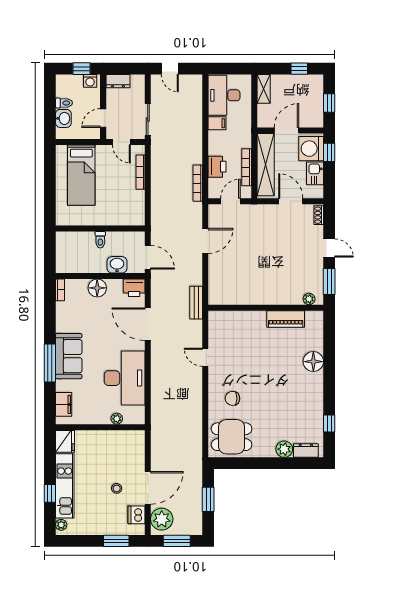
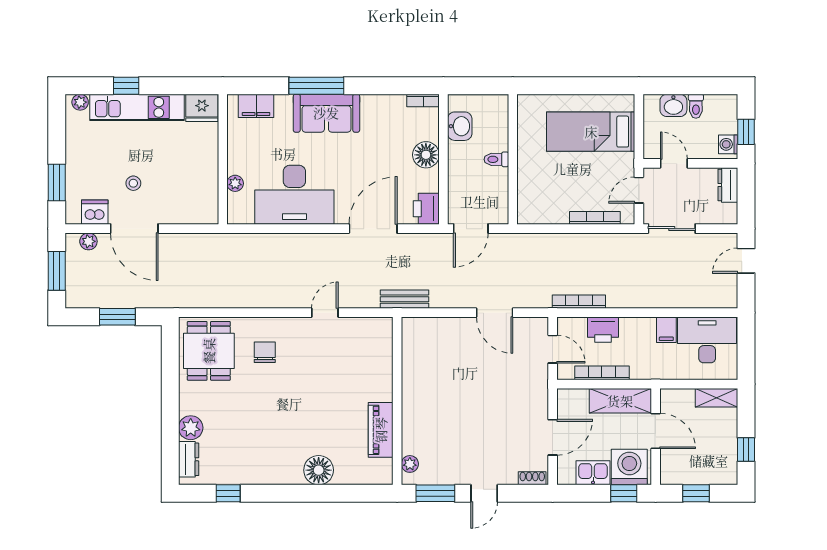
shelving: (266, 165) -> (620, 401), width x0.68
washbasin: (117, 265) -> (460, 126), moved
plant: (162, 519) -> (88, 241), width x0.53, depth x0.53

